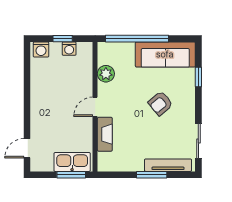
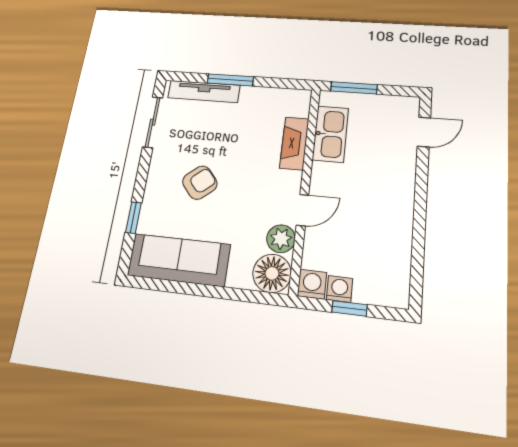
window: (137, 39) -> (221, 292), removed
washing machine: (41, 49) -> (312, 284), moved
floor lamp: (109, 53) -> (272, 273), added
door: (95, 107) -> (303, 210), moved
kitchen sink: (72, 162) -> (330, 134), moved, turned -90

